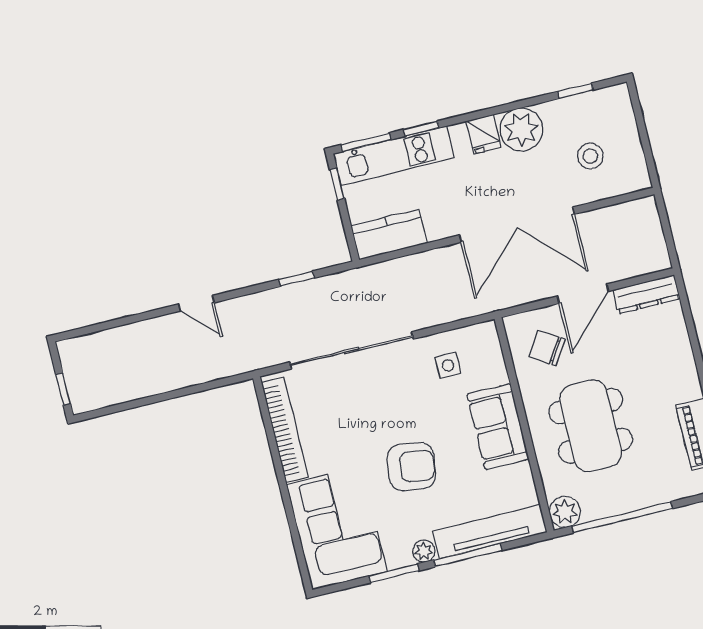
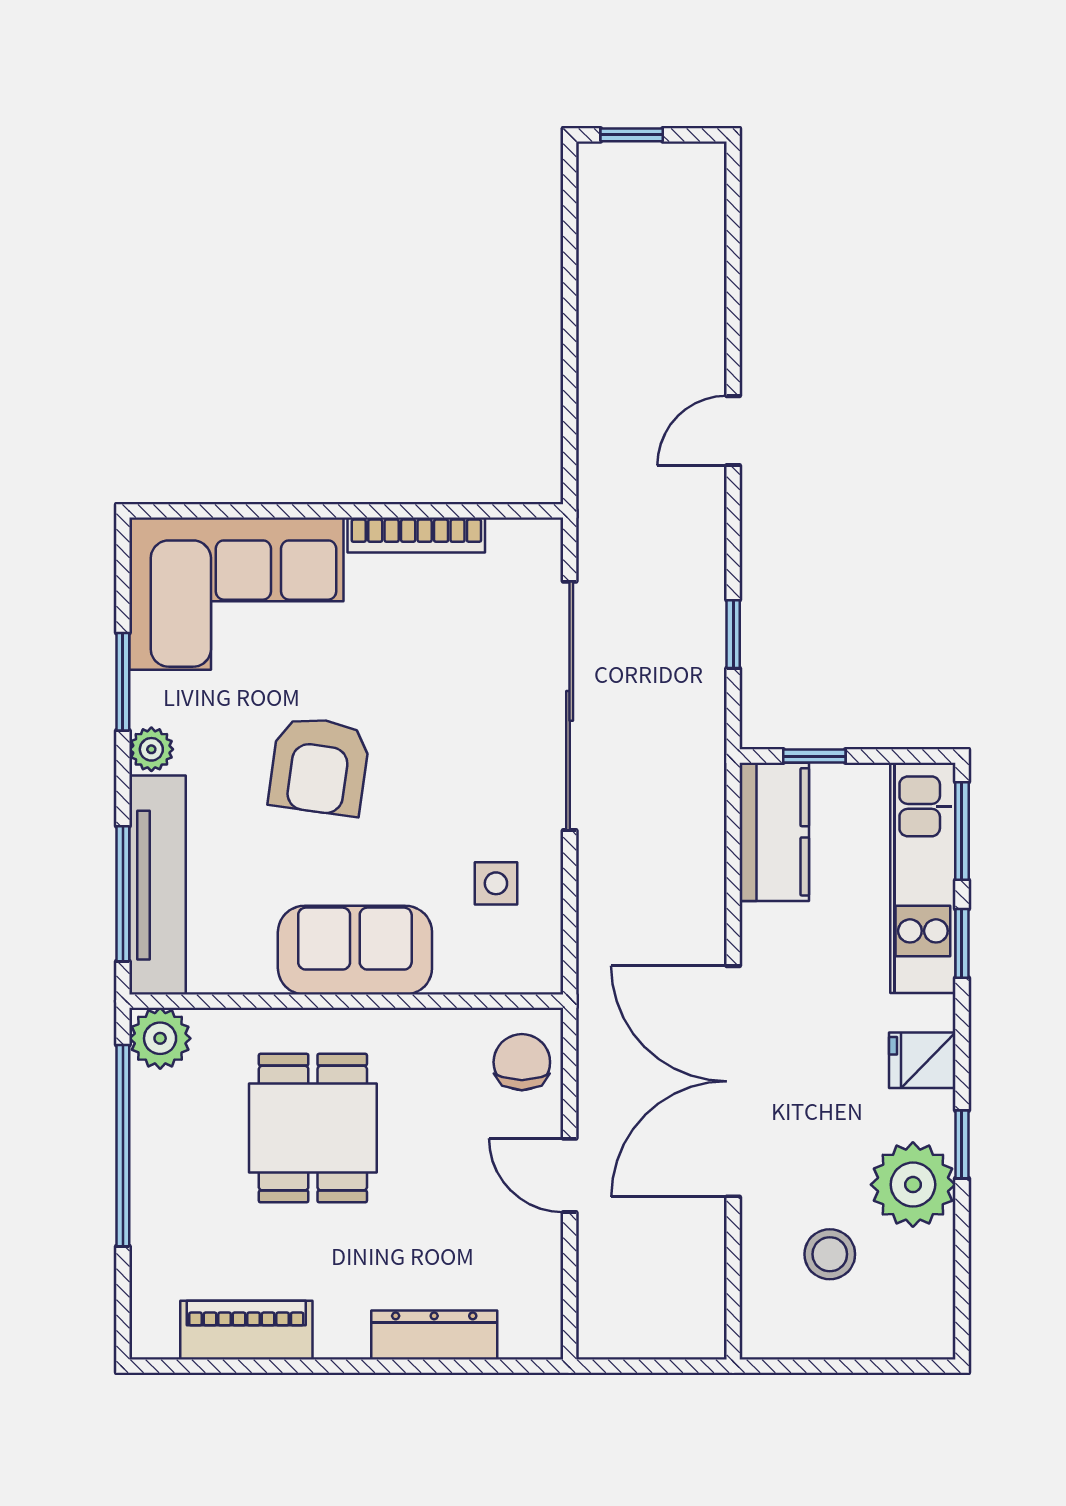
window: (576, 91) -> (962, 1144), moved
plant: (521, 130) -> (913, 1185), moved
window: (337, 184) -> (814, 756), moved
door: (583, 294) -> (570, 1175), width x0.73
dresser: (646, 294) -> (434, 1335), moved, turned 90
chair: (547, 348) -> (522, 1062), moved, turned -33
dining table: (591, 426) -> (313, 1128), width x0.73
bookcase: (285, 430) -> (416, 535), width x0.68, depth x0.76
window: (468, 555) -> (123, 894), moved

